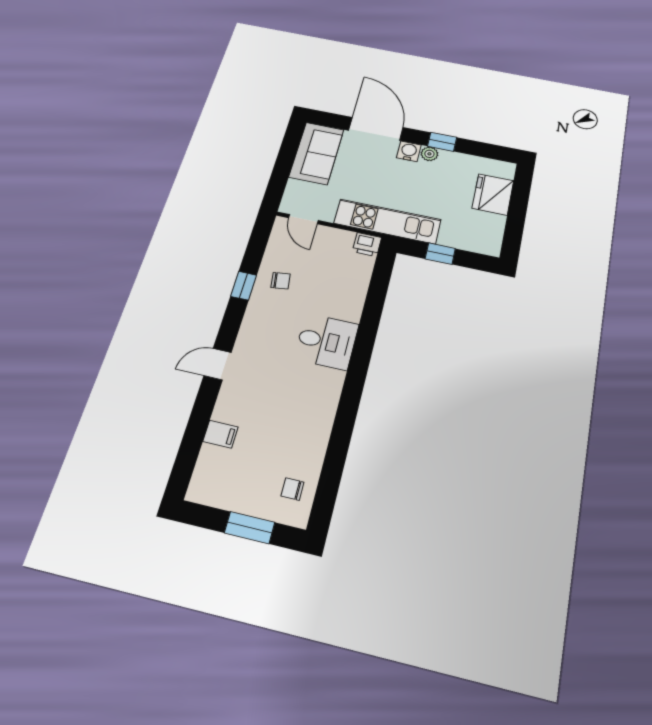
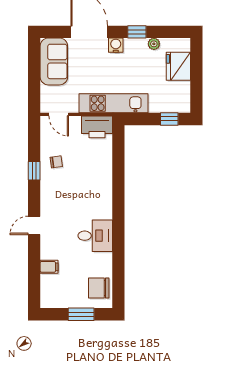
plant: (429, 154) -> (154, 44), moved
printer: (367, 244) -> (97, 127), width x1.87, depth x1.48
window: (440, 254) -> (169, 119), moved
desk: (326, 342) -> (95, 236), moved
chair: (292, 489) -> (99, 288), width x1.87, depth x1.87

